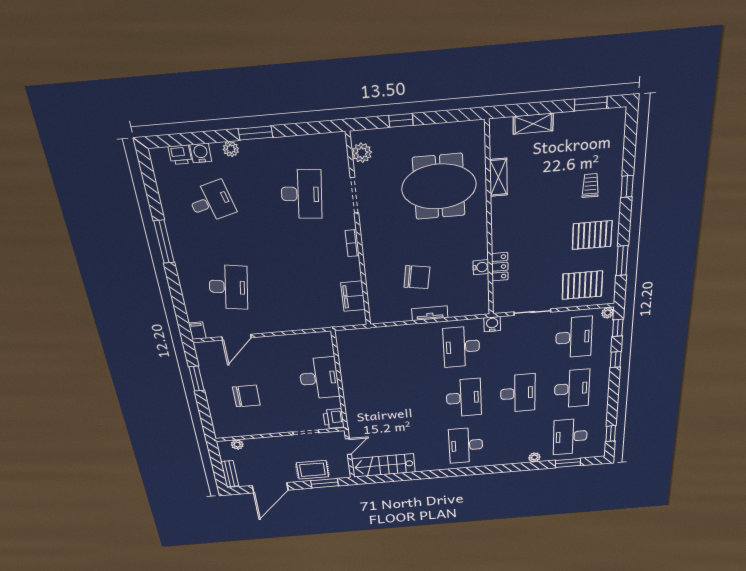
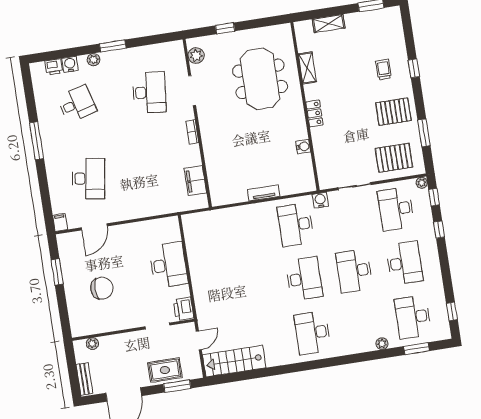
meeting table: (439, 187) -> (260, 79), turned 90
locker: (500, 267) -> (314, 113), moved
chair: (417, 277) -> (249, 159), removed
desk: (574, 337) -> (396, 209), turned 180
desk: (518, 393) -> (354, 271), turned 180

